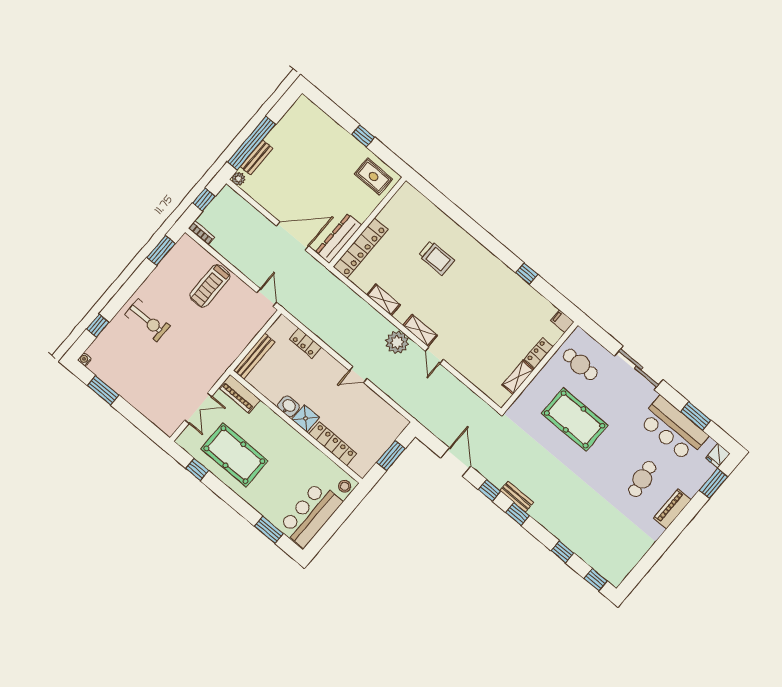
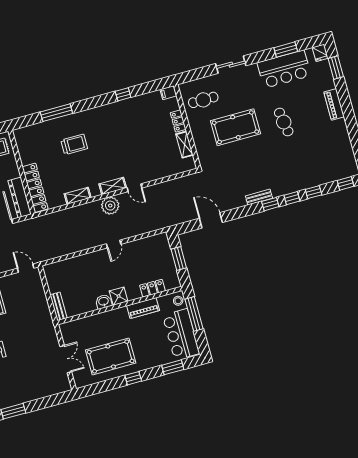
window: (457, 215) -> (56, 113), added
locker: (305, 343) -> (71, 264), removed
bench: (254, 356) -> (58, 306), width x0.73
sliding door: (639, 368) -> (231, 65), width x0.73
piano: (240, 394) -> (143, 308), moved
locker: (333, 444) -> (152, 288), width x0.66
window: (197, 470) -> (133, 378), moved
cafe table: (642, 479) -> (284, 122), moved
window: (490, 490) -> (292, 198), moved
window: (342, 513) -> (194, 314), added

